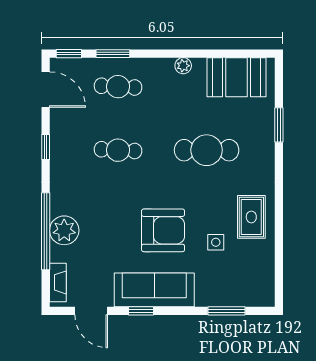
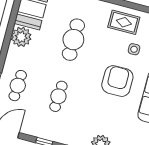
plant: (183, 66) -> (21, 37), width x1.87, depth x1.87

